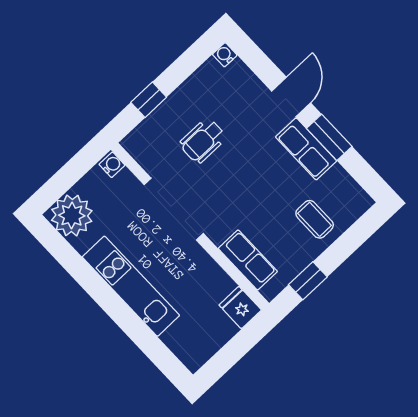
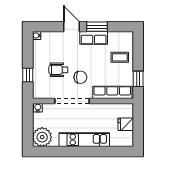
wheelchair: (203, 141) -> (58, 70), turned 90
chair: (224, 187) -> (80, 77), added
row of seats: (248, 260) -> (112, 92), width x1.48
fridge: (240, 307) -> (126, 124), moved

